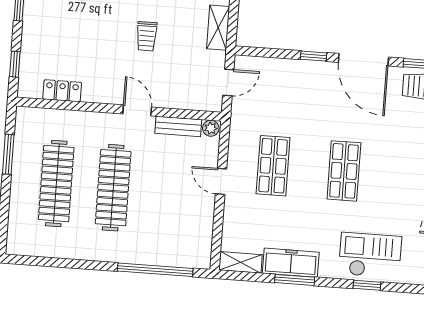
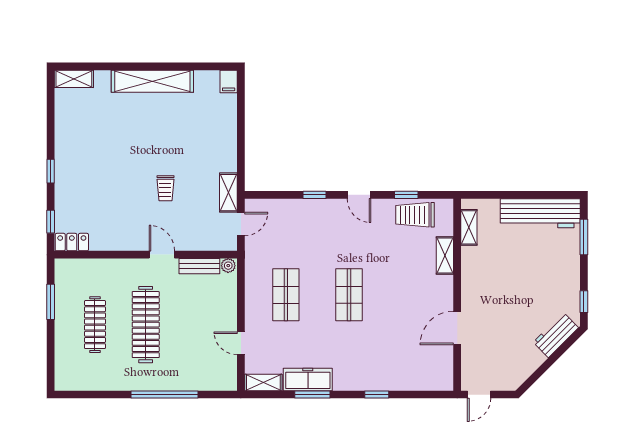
shelving: (218, 28) -> (228, 193), moved
door: (363, 60) -> (359, 195), width x0.53
locker: (62, 91) -> (72, 242), moved
door: (221, 181) -> (241, 343), moved
clothes rail: (56, 183) -> (95, 325), width x0.73, depth x0.76
checkout: (370, 255) -> (378, 368), removed
window: (155, 270) -> (164, 395), moved

